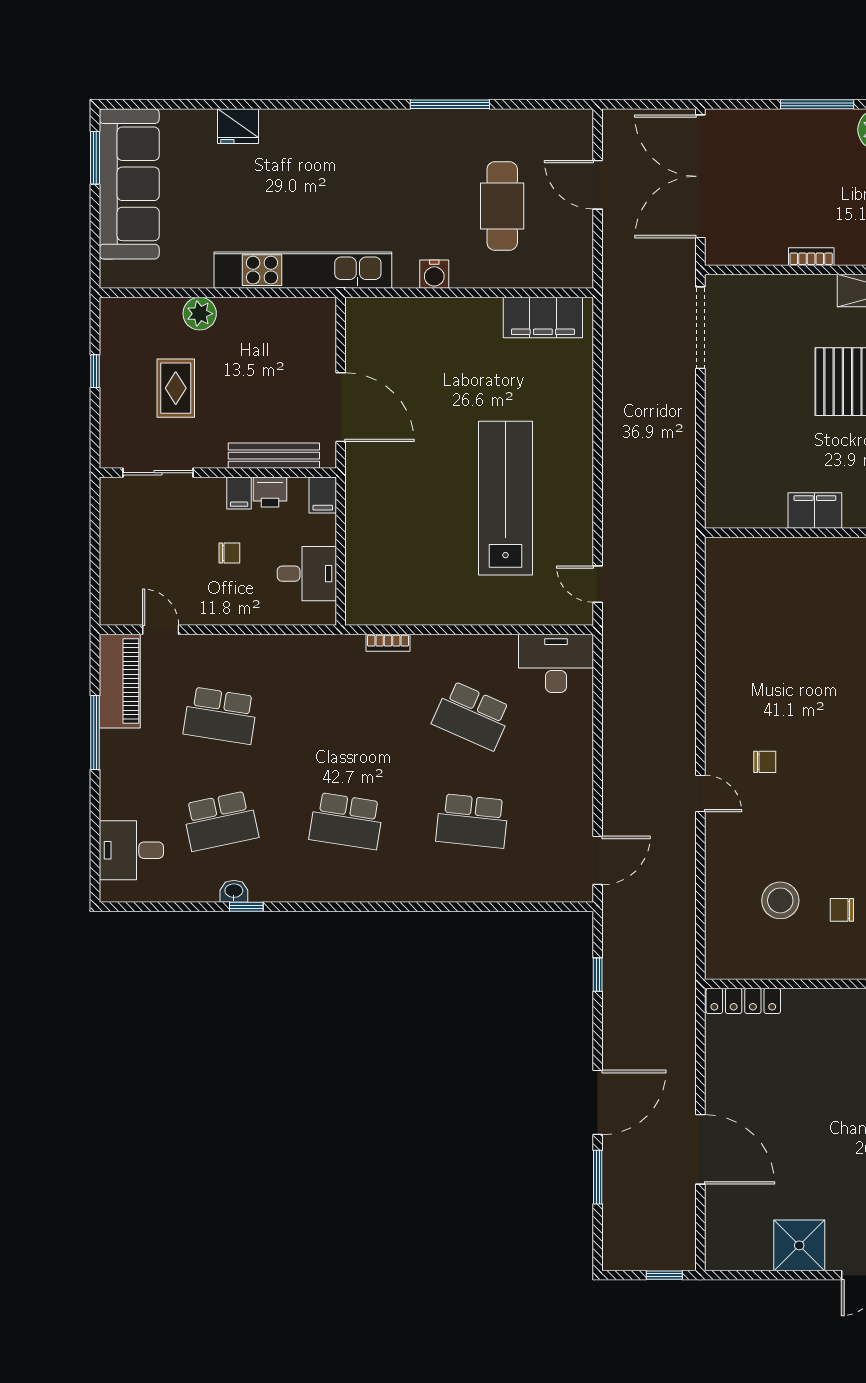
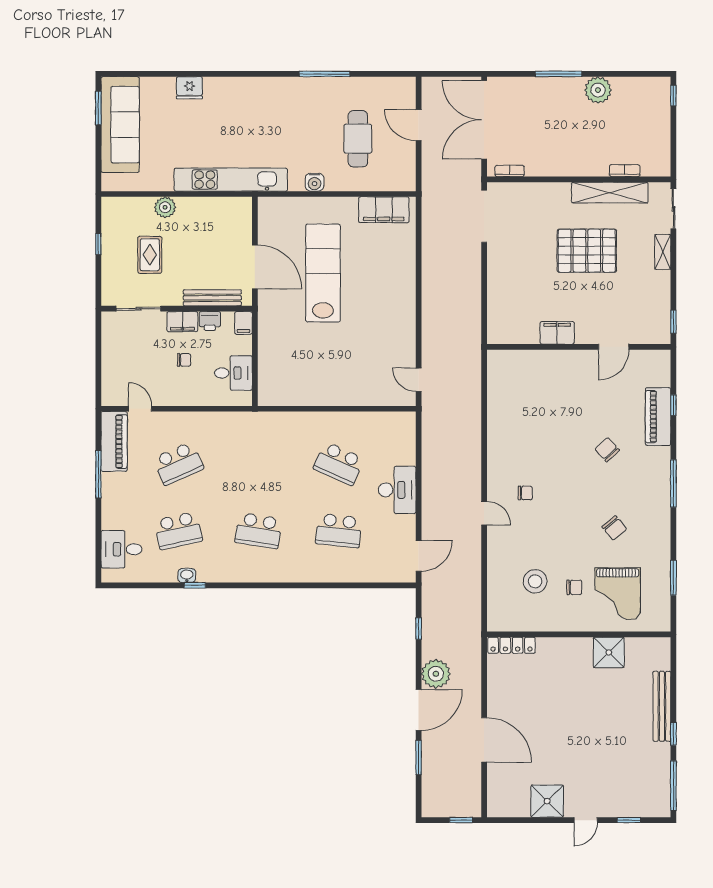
bookcase: (811, 257) -> (510, 171), moved
filing cabinet: (239, 493) -> (182, 322), width x2.00
lab bench: (505, 498) -> (323, 273), moved
bookcase: (388, 643) -> (285, 417), removed
desk: (556, 663) -> (397, 490), moved, turned 90
school desk: (220, 716) -> (178, 463), turned -33
chair: (842, 910) -> (574, 587), turned 180
plant: (625, 1046) -> (436, 674), added

